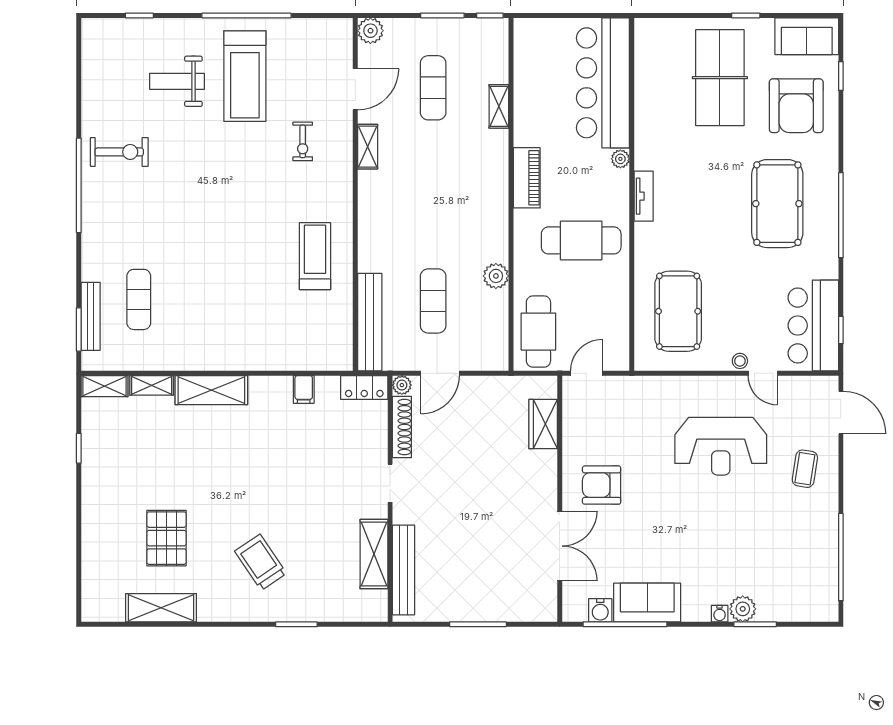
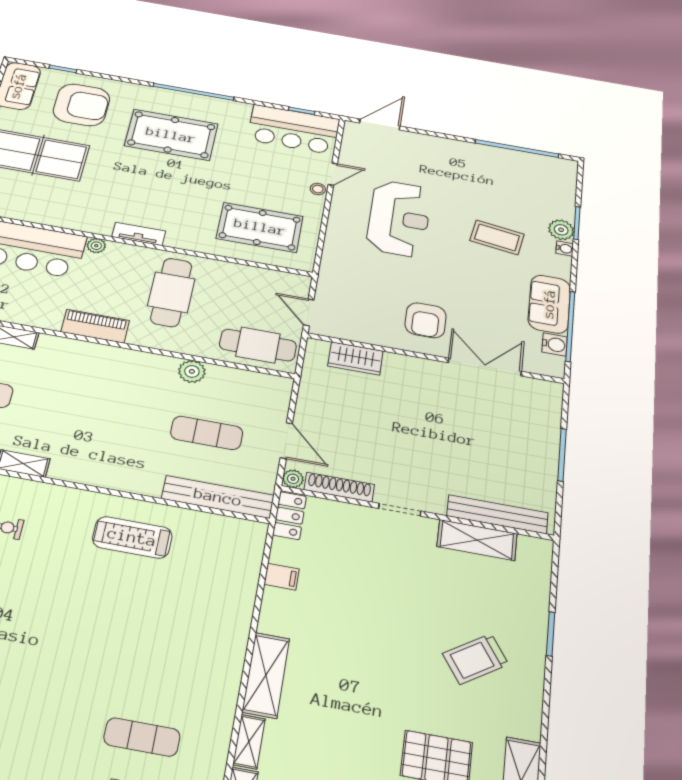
coffee table: (805, 469) -> (497, 237), moved, width x1.36, depth x1.30

